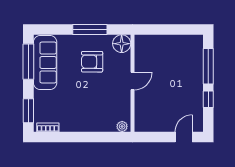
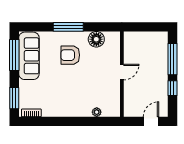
door: (133, 81) -> (122, 72), moved
wall: (133, 83) -> (122, 74), moved

